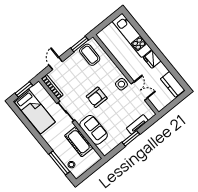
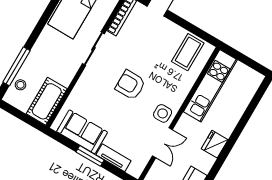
kitchen unit: (132, 35) -> (210, 86), moved, turned 180
window: (80, 44) -> (198, 32), removed
sofa: (94, 130) -> (82, 132), moved, turned -90
cot: (79, 142) -> (47, 101), moved

